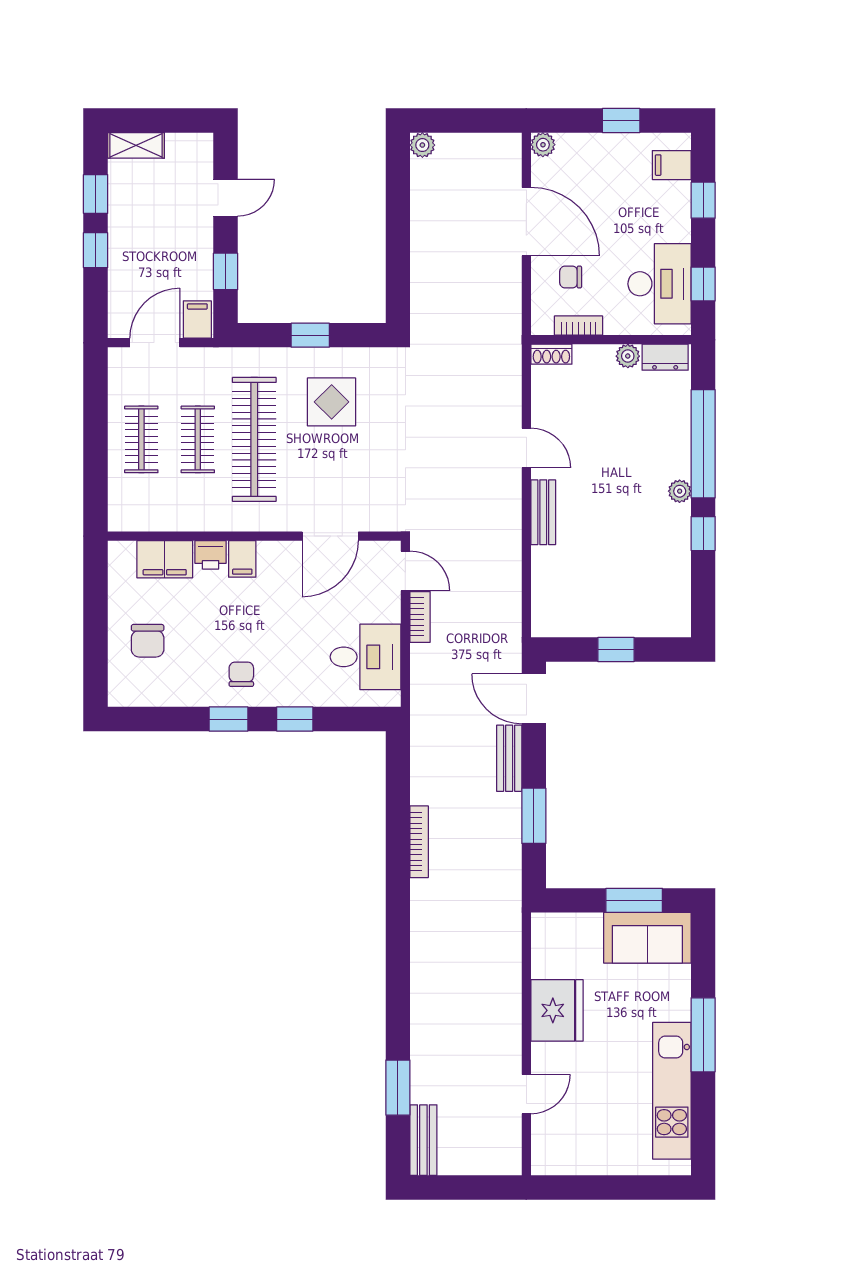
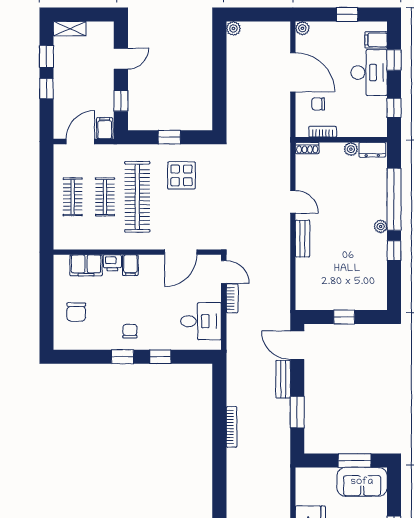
desk: (659, 284) -> (369, 73), moved

